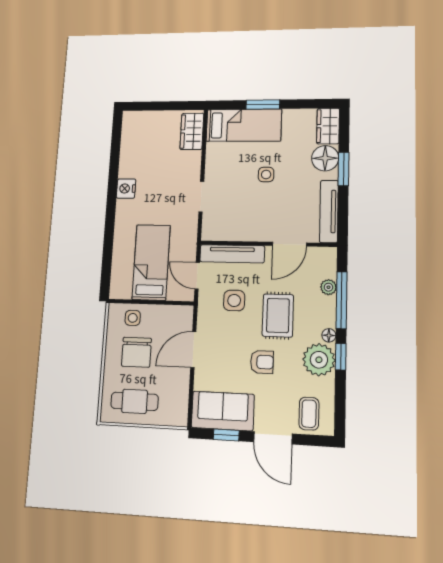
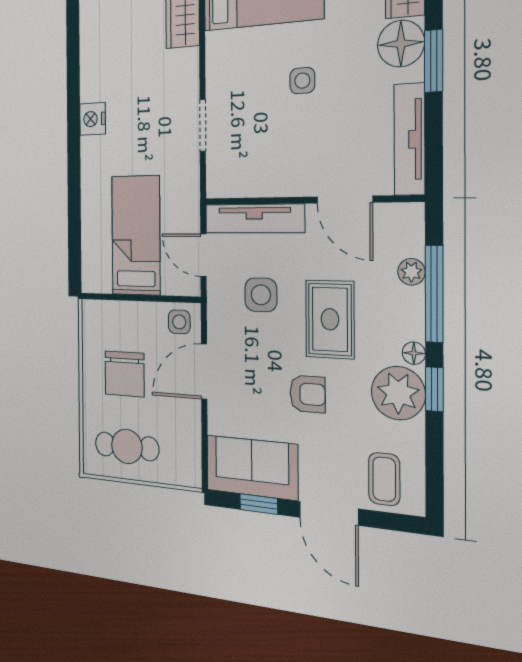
door: (289, 244) -> (345, 200), hinge flipped
side table: (133, 318) -> (179, 322), moved

